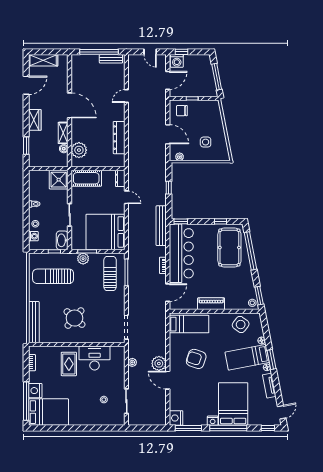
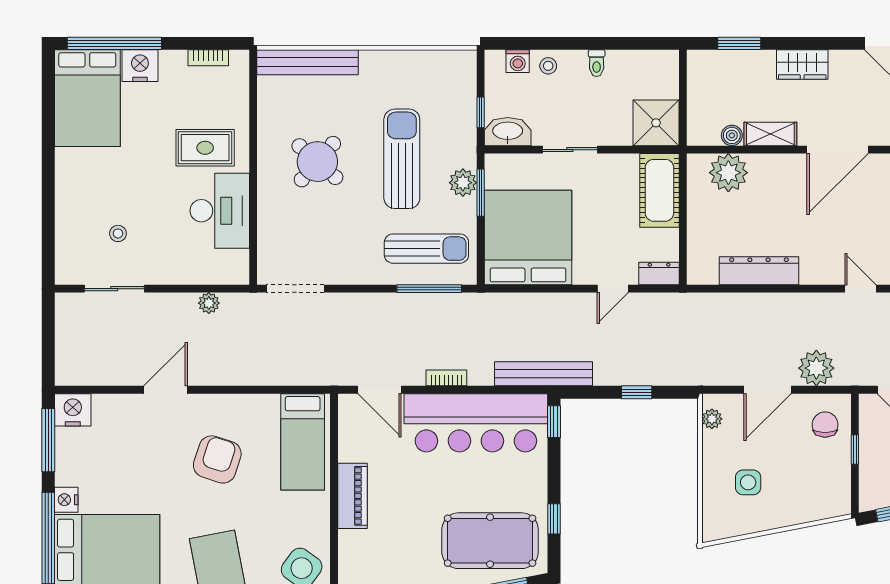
sun lounger: (53, 276) -> (402, 159), moved
plant: (159, 363) -> (816, 368), moved

